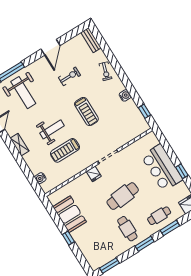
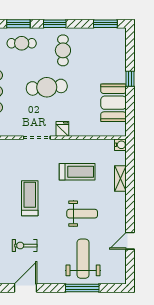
weight bench: (52, 129) -> (82, 214), moved, turned 180
shelving: (20, 145) -> (120, 179), moved
water cooler: (40, 178) -> (120, 145), moved

